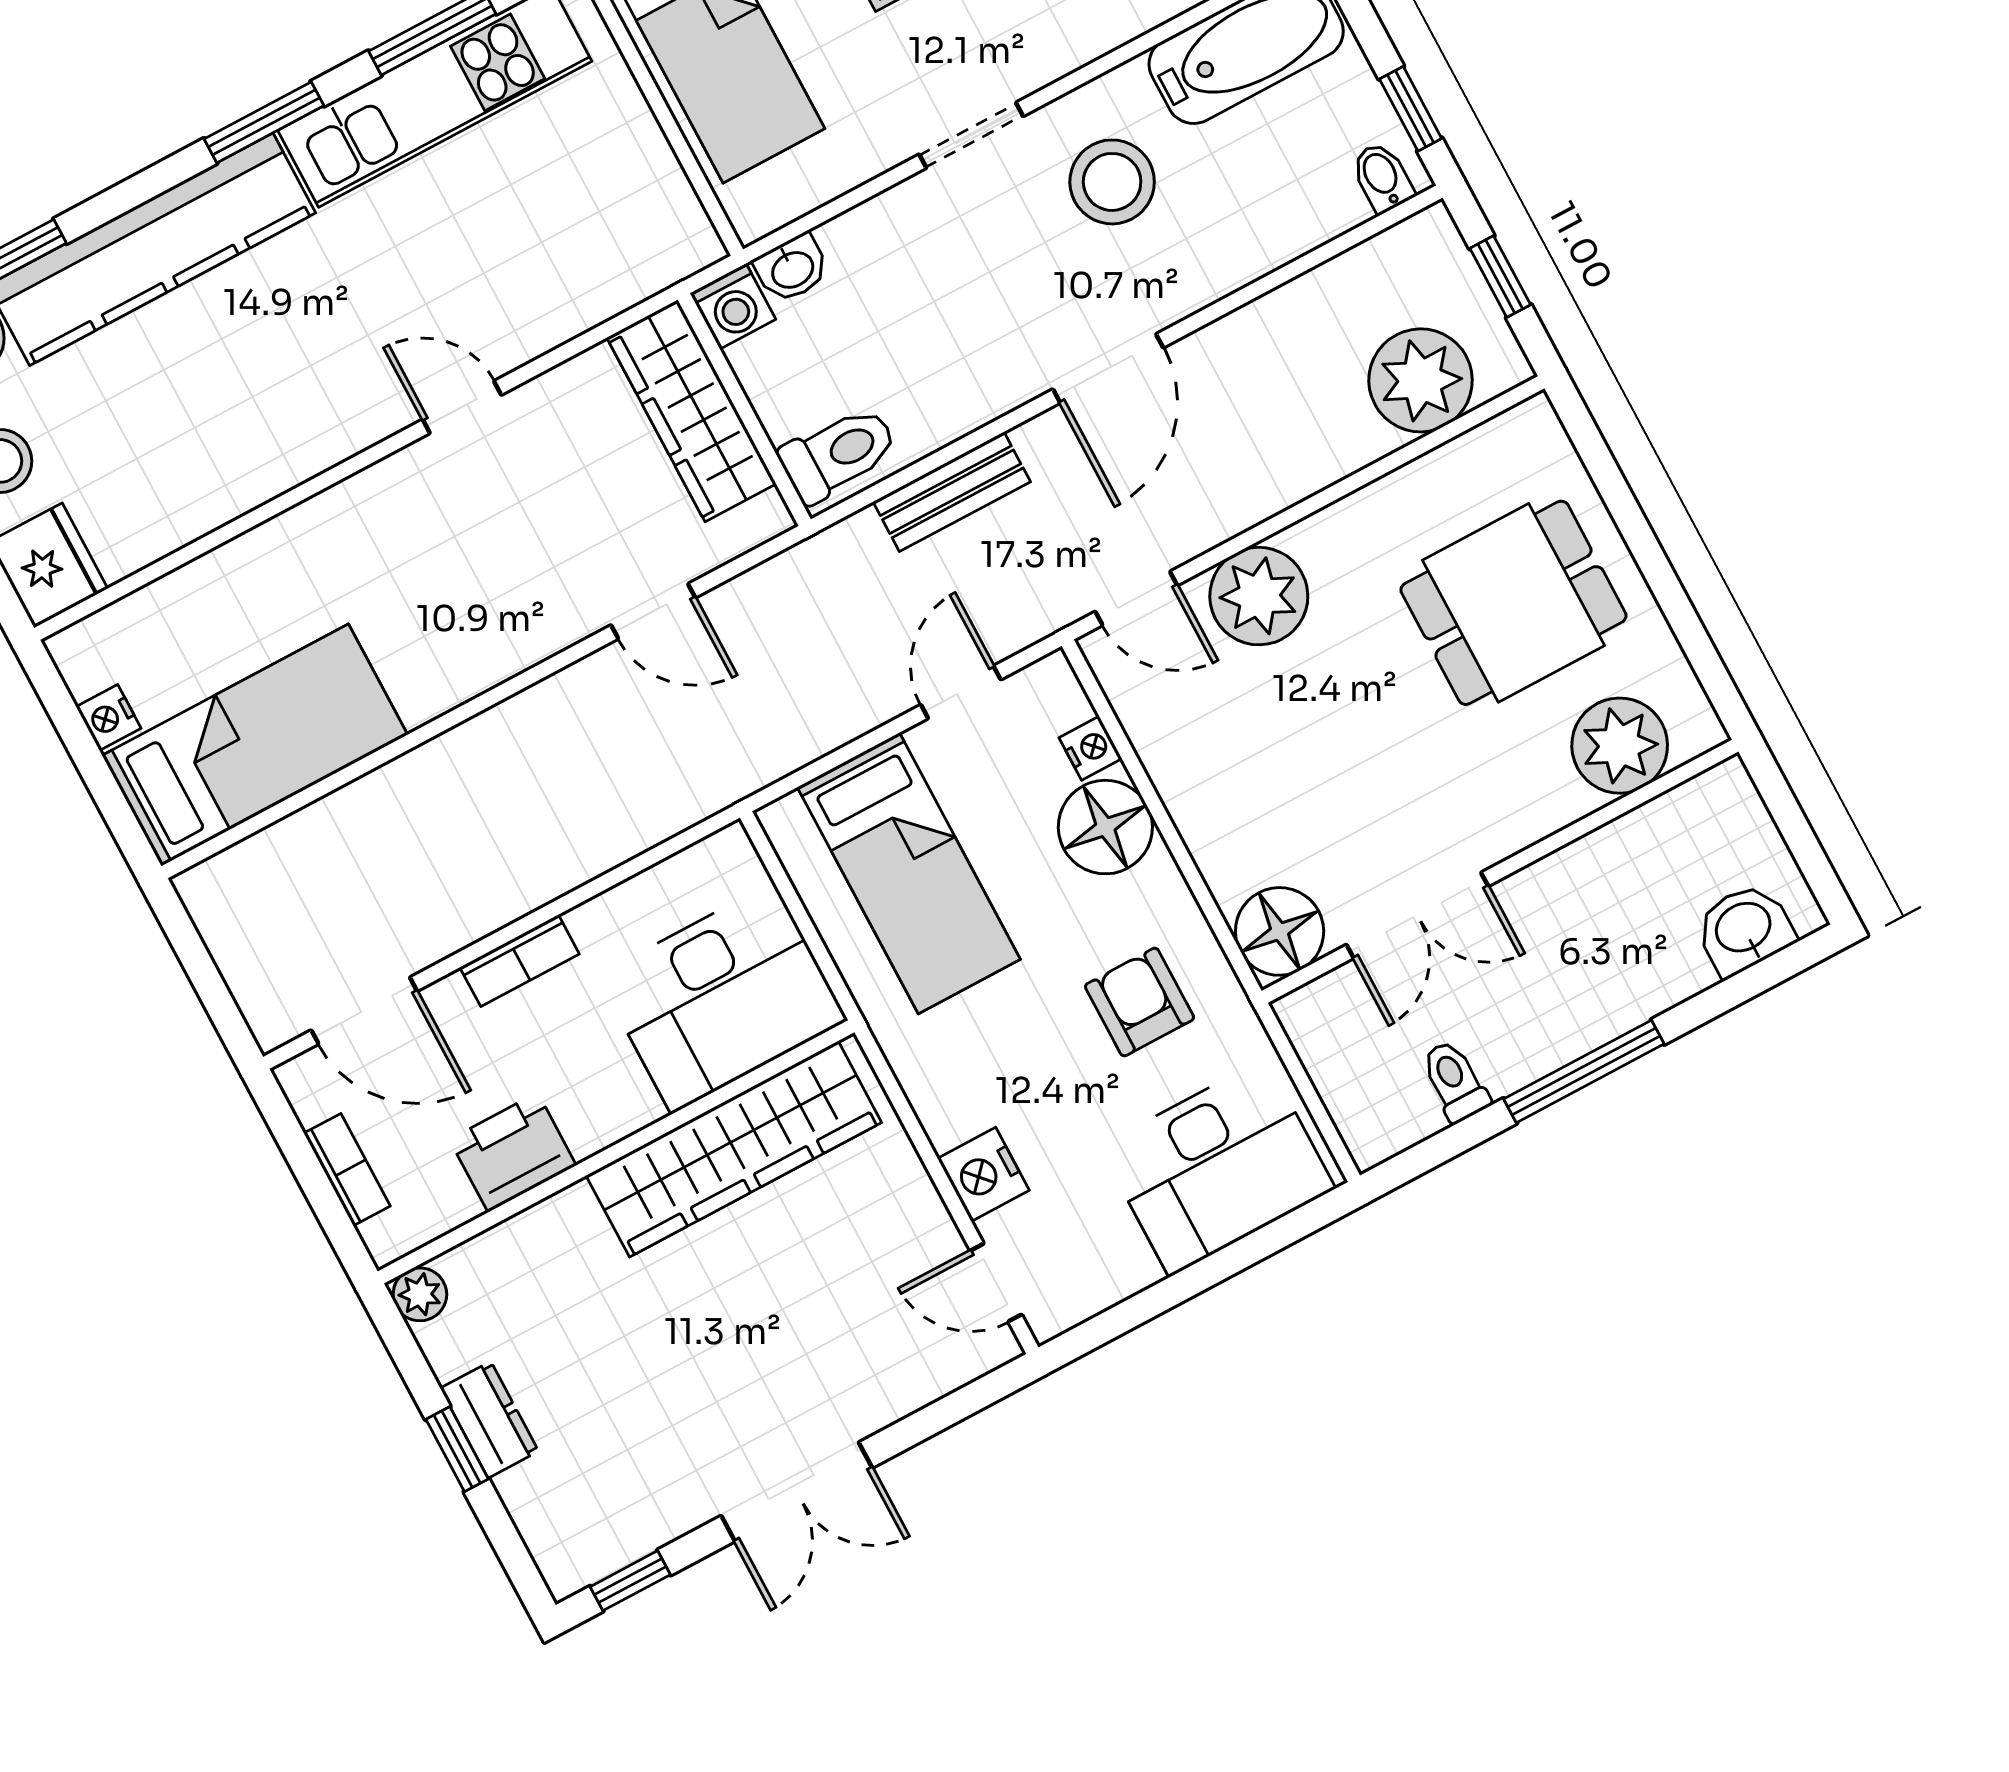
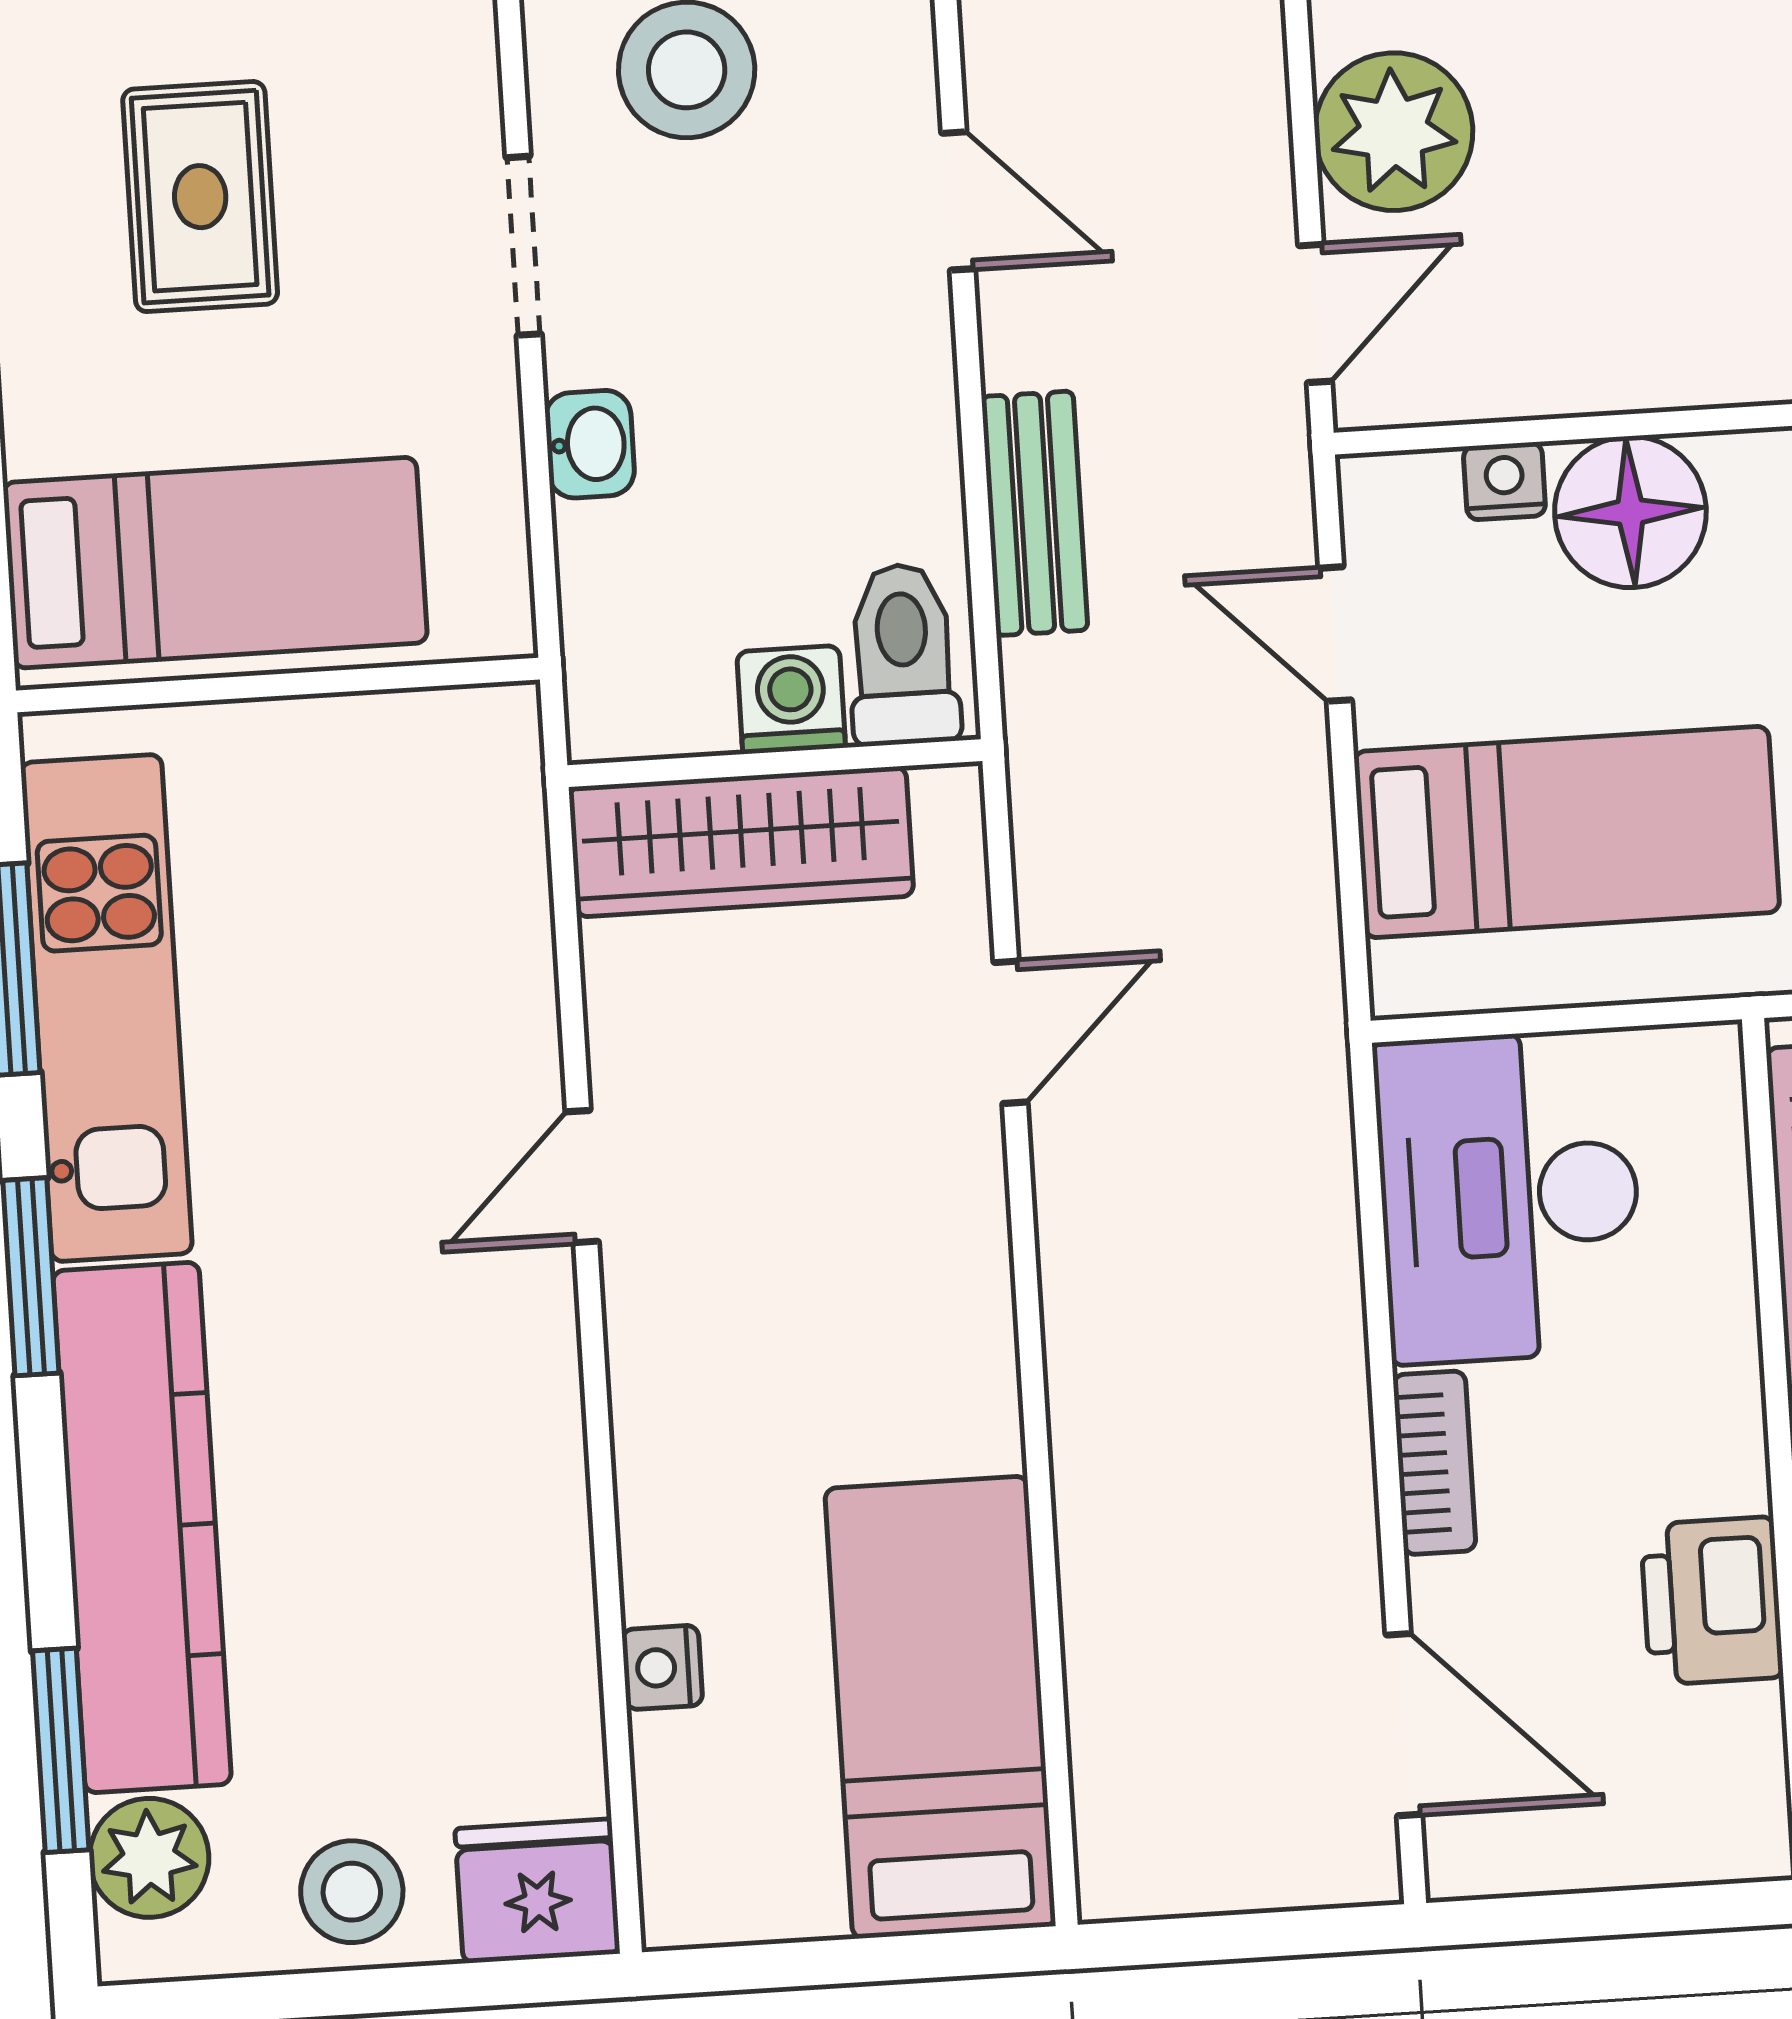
washbasin: (792, 269) -> (590, 444), moved
washing machine: (733, 306) -> (791, 700), moved, turned -90
door: (1108, 368) -> (958, 201), width x0.73
nightstand: (108, 717) -> (662, 1667), moved, turned 90
desk: (723, 998) -> (1509, 1196), moved, turned 180
door: (364, 1011) -> (1404, 1725), hinge flipped
bookcase: (347, 1170) -> (1626, 1856), removed

